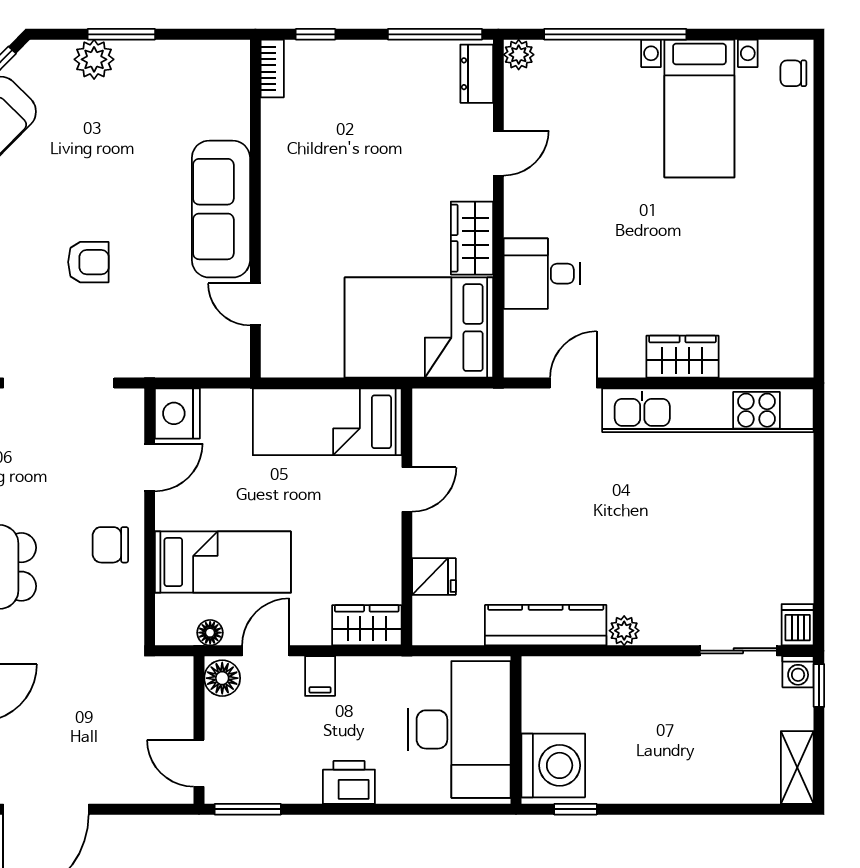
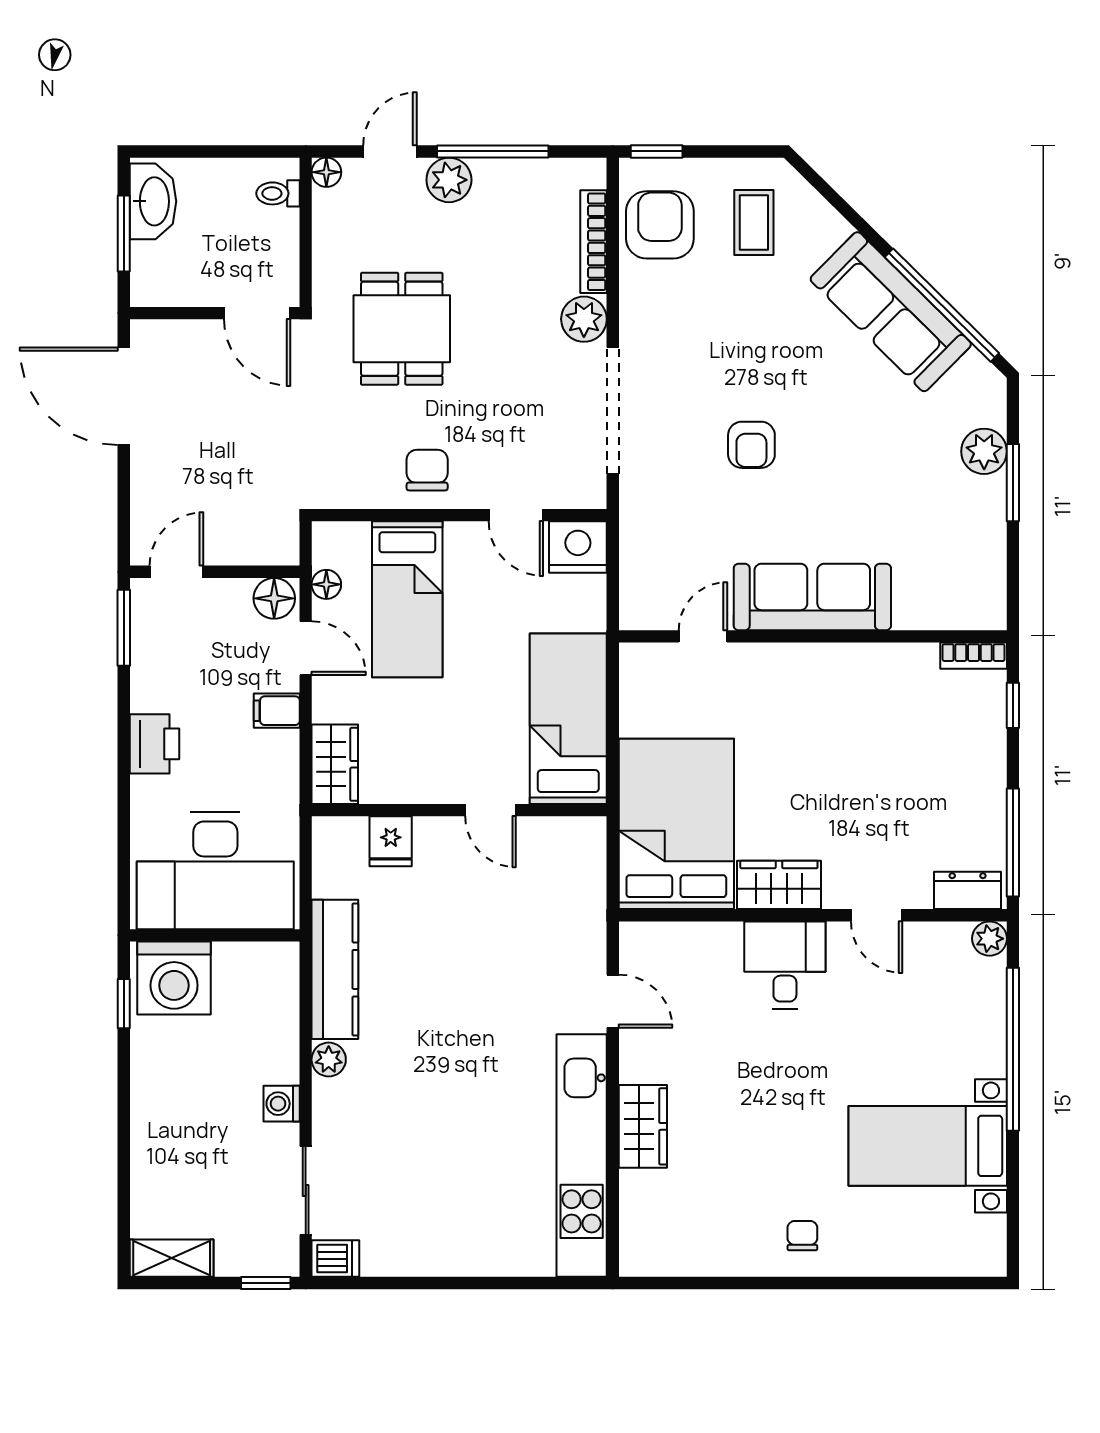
chair: (793, 73) -> (802, 1236), moved
desk: (542, 274) -> (785, 965), moved
washing machine: (798, 672) -> (282, 1104), moved

